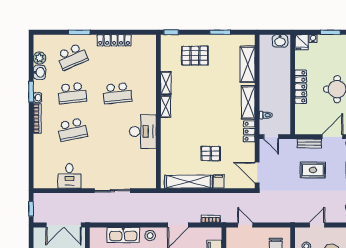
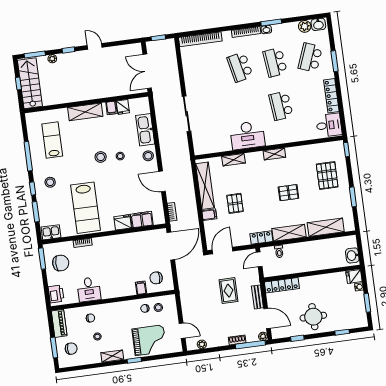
school desk: (72, 57) -> (310, 58), turned 45
washbasin: (39, 72) -> (318, 24), moved
shelving: (166, 83) -> (233, 160), moved
locker: (301, 87) -> (282, 285), moved
pallet: (207, 97) -> (288, 193), added
bookcase: (38, 166) -> (200, 39), added
rug: (313, 170) -> (228, 291), moved
desk: (69, 176) -> (329, 125), moved, turned 180
door: (245, 225) -> (171, 246), width x1.87
door: (317, 225) -> (182, 331), moved

